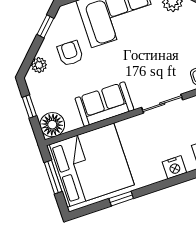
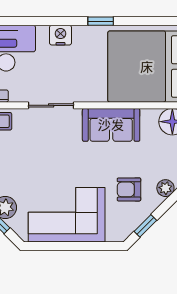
armchair: (70, 53) -> (129, 189), turned 90
window: (121, 199) -> (101, 21), moved

